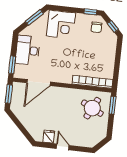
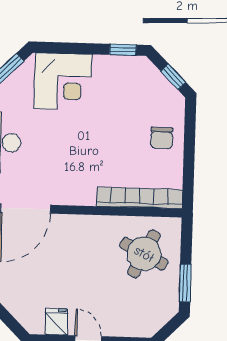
chair: (96, 27) -> (162, 138), moved
window: (113, 105) -> (185, 283), moved

